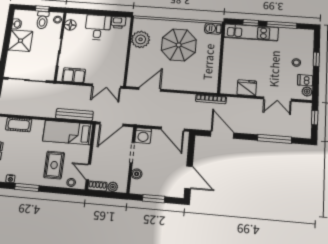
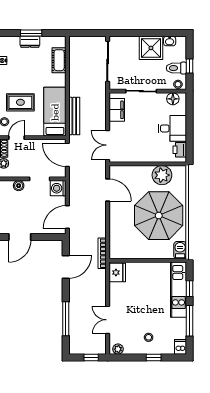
parasol: (179, 45) -> (159, 216), width x1.36, depth x1.36
dishwasher: (305, 80) -> (181, 347), moved
fridge: (247, 88) -> (117, 273), moved

